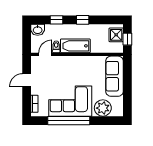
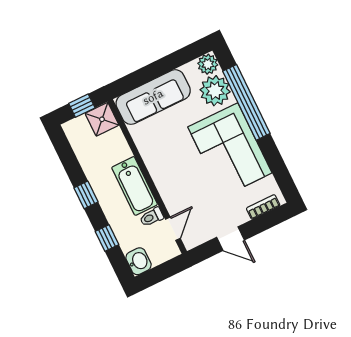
shower: (116, 35) -> (102, 119), moved
door: (45, 54) -> (173, 229), swing flipped
plant: (118, 111) -> (208, 64), added
window: (69, 121) -> (246, 102), moved

